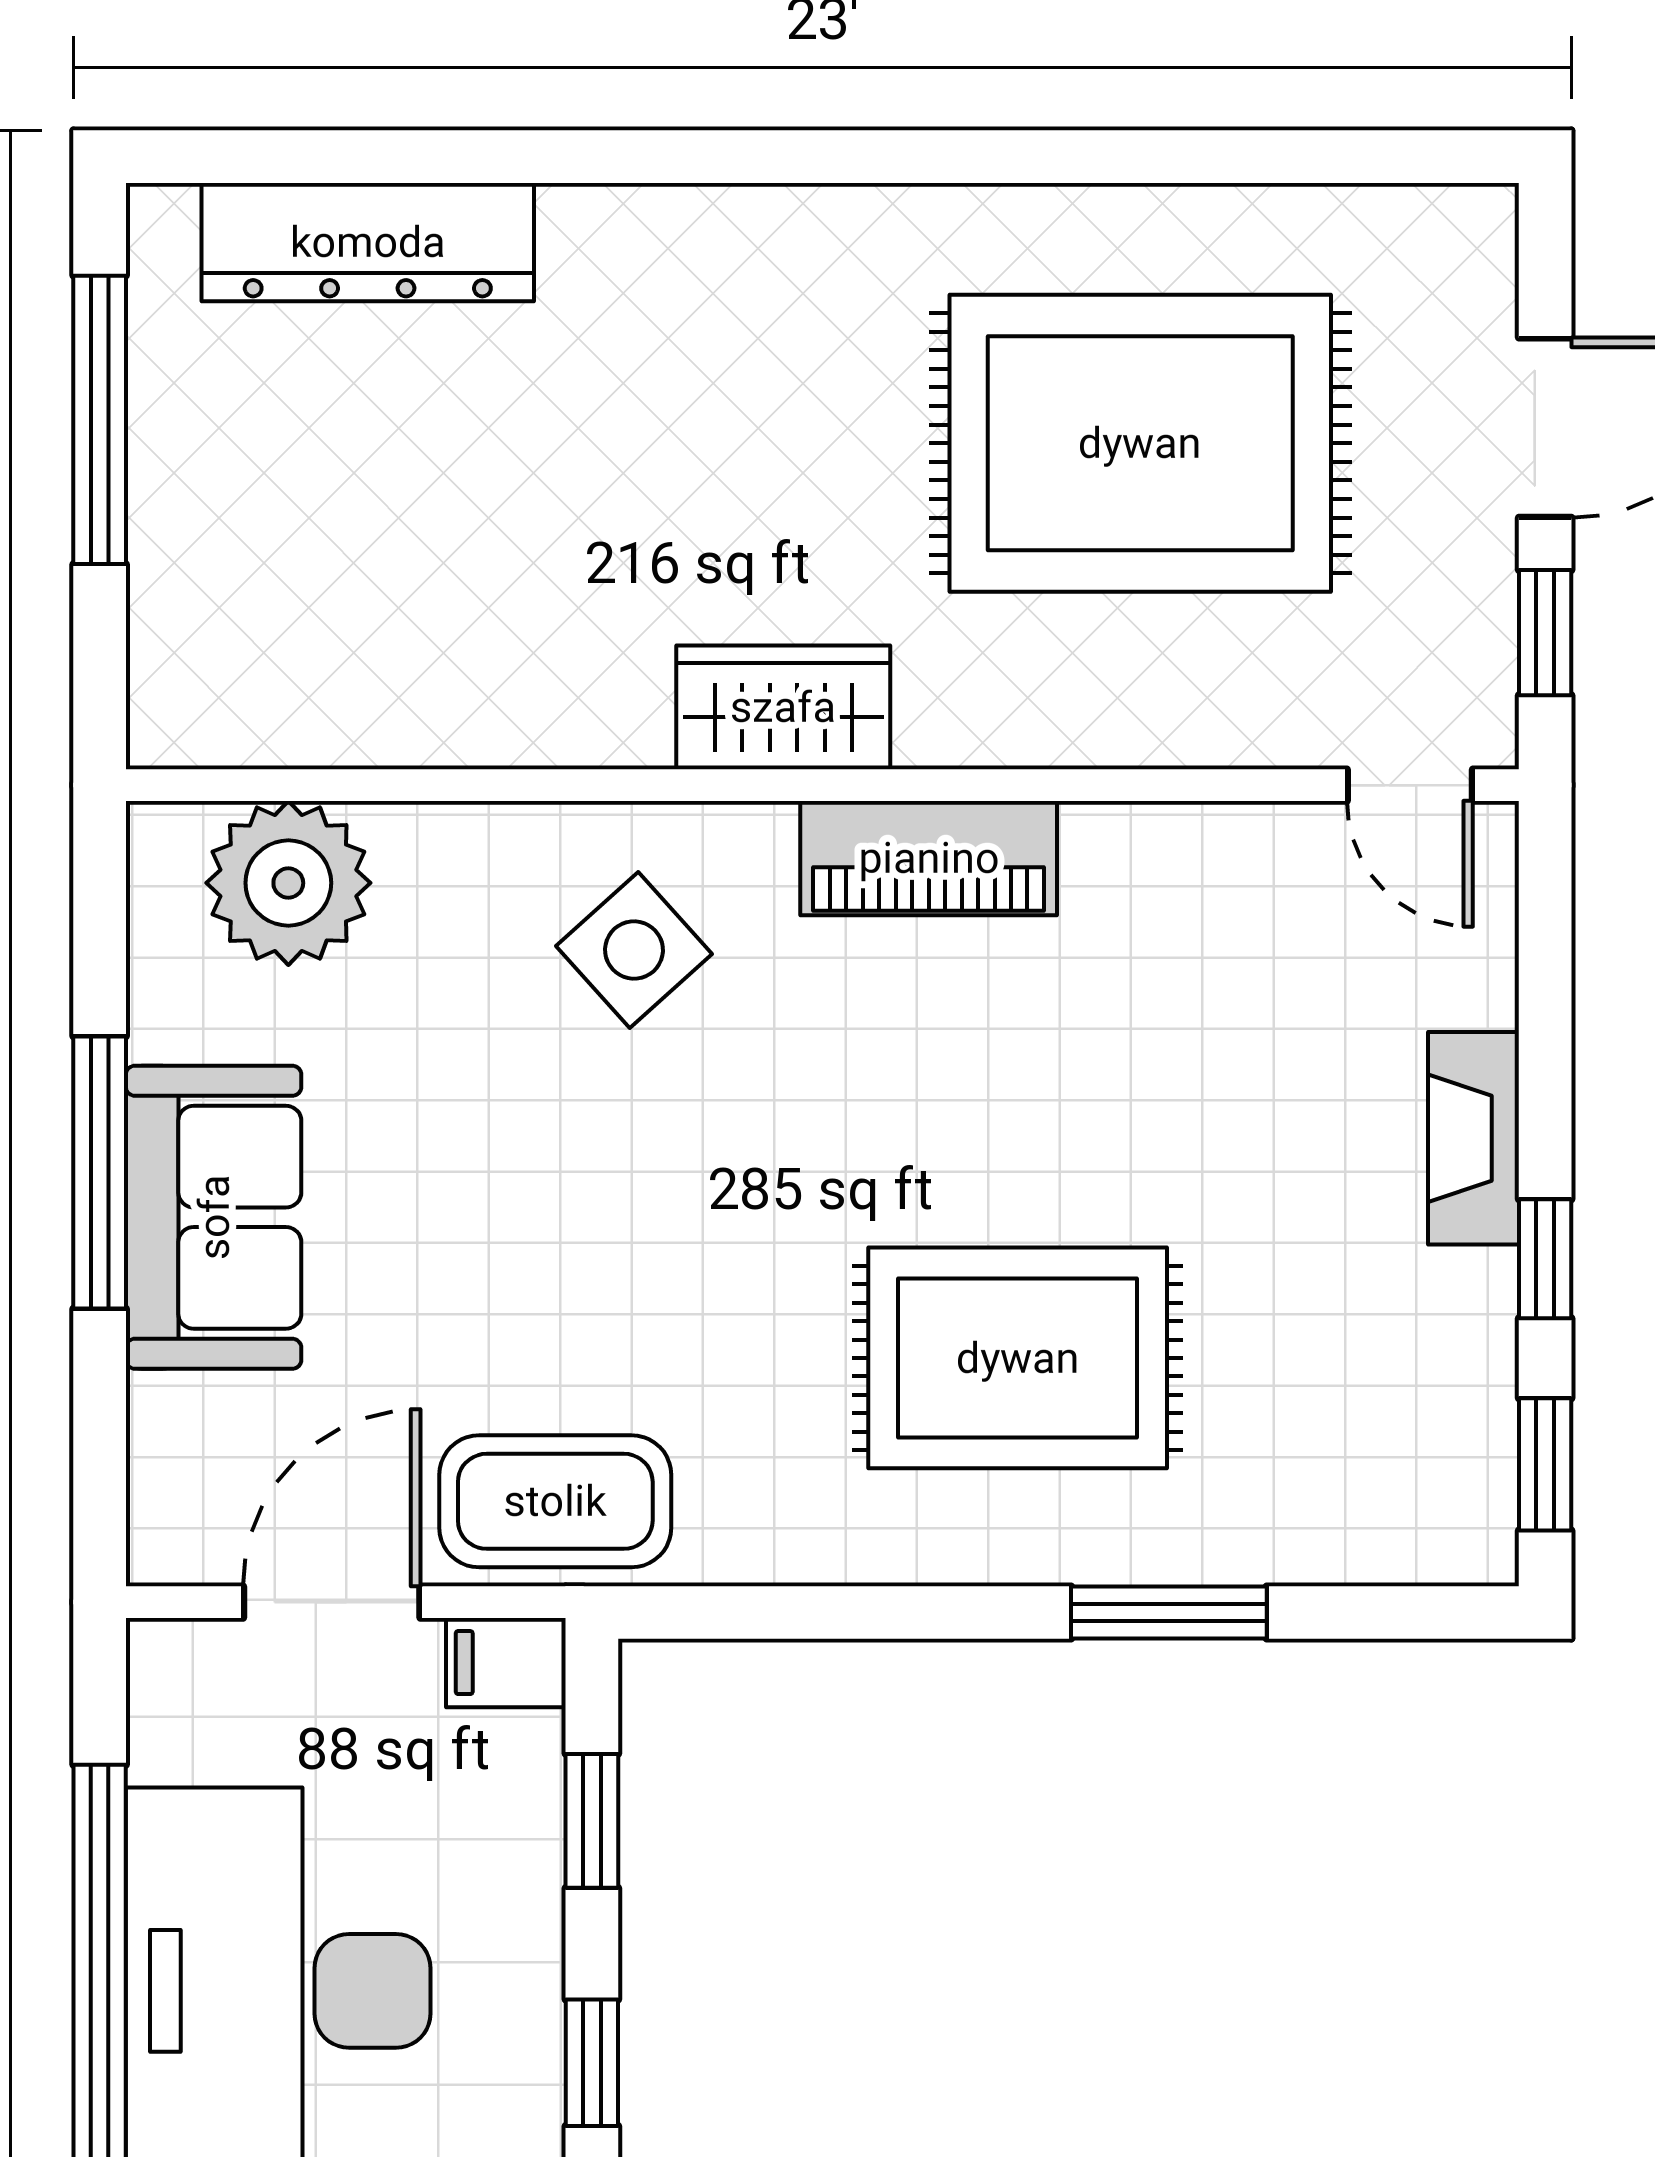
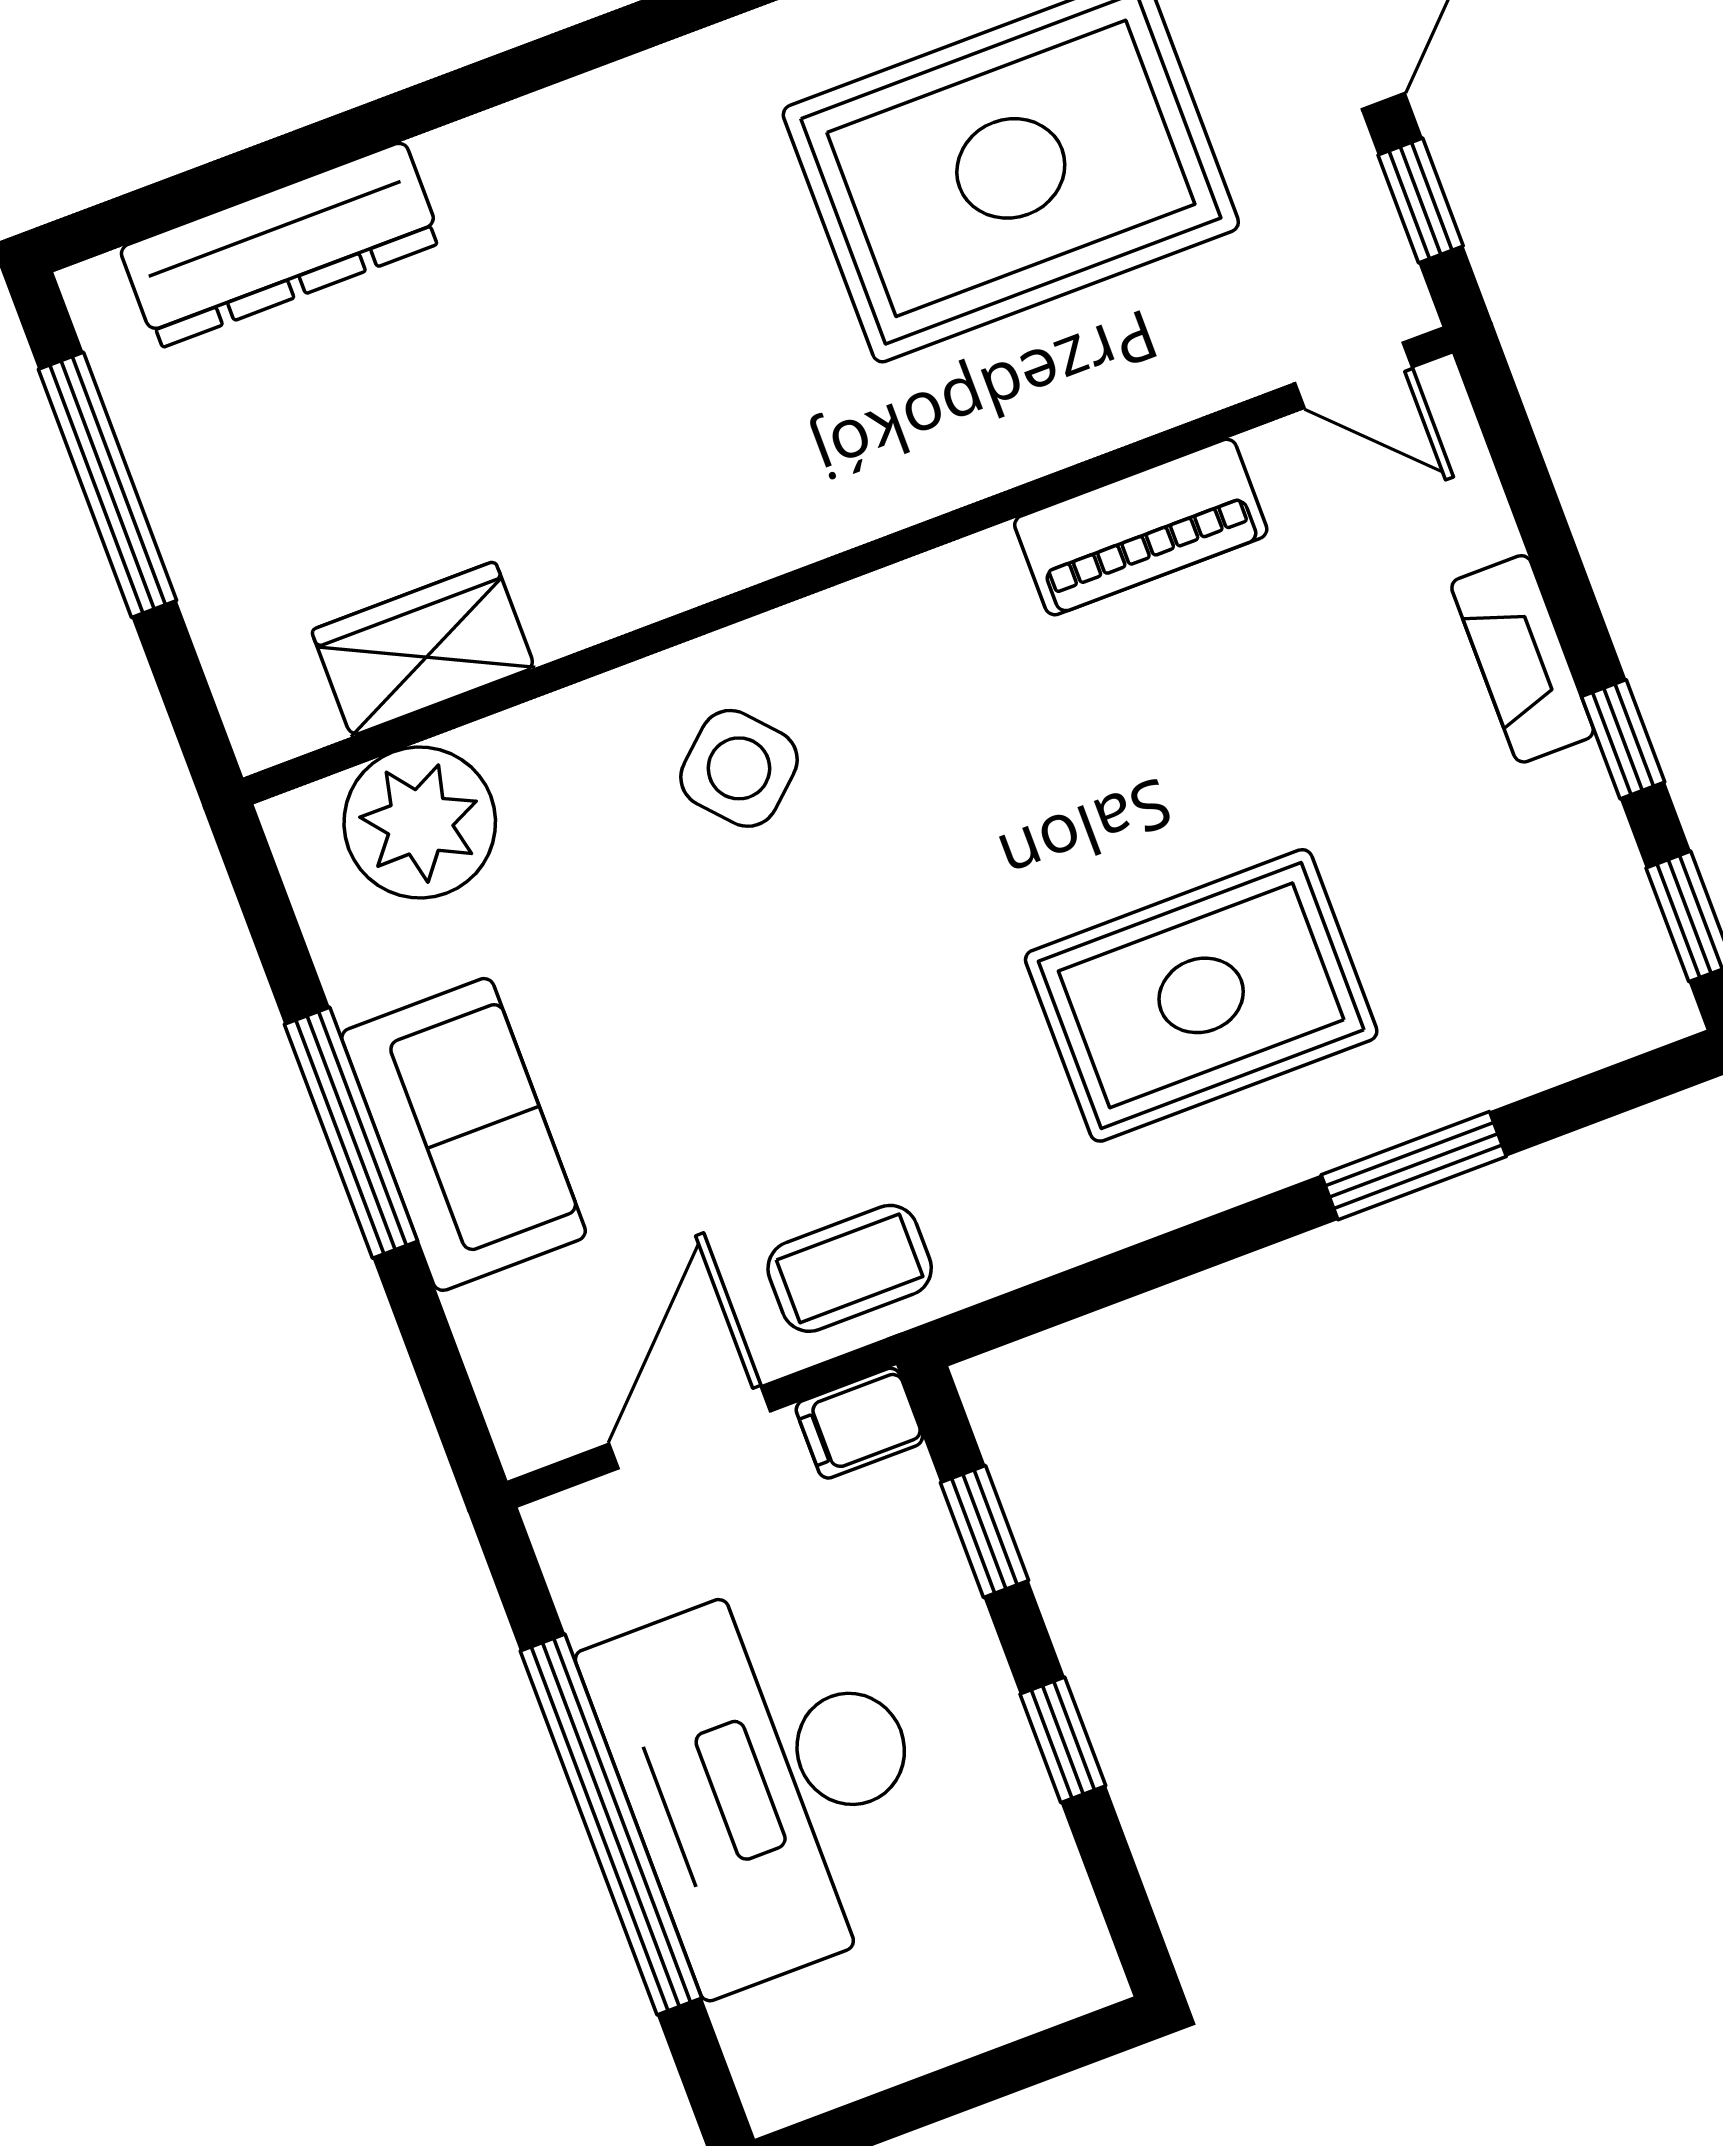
wardrobe: (783, 707) -> (423, 649), moved
piano: (929, 858) -> (1141, 527), moved
coffee table: (555, 1501) -> (850, 1268), width x0.73, depth x0.77

